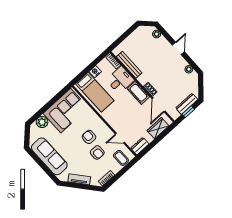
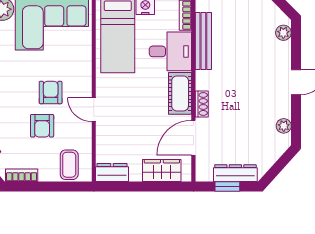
door: (120, 138) -> (94, 110), moved

